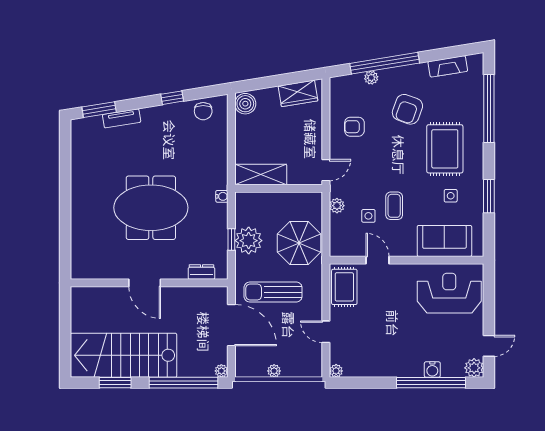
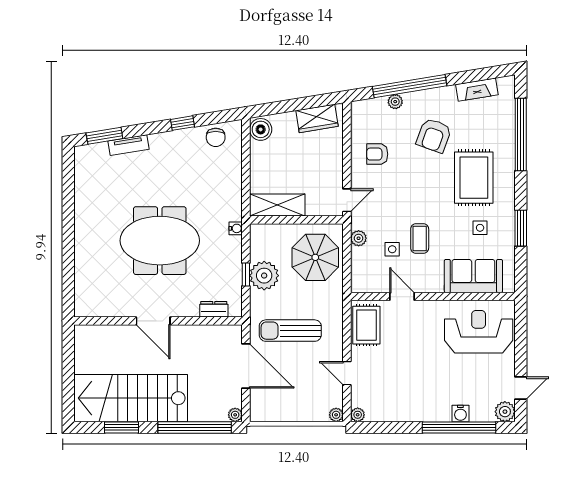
parasol: (299, 243) -> (315, 257), moved
plant: (274, 371) -> (336, 415), moved

